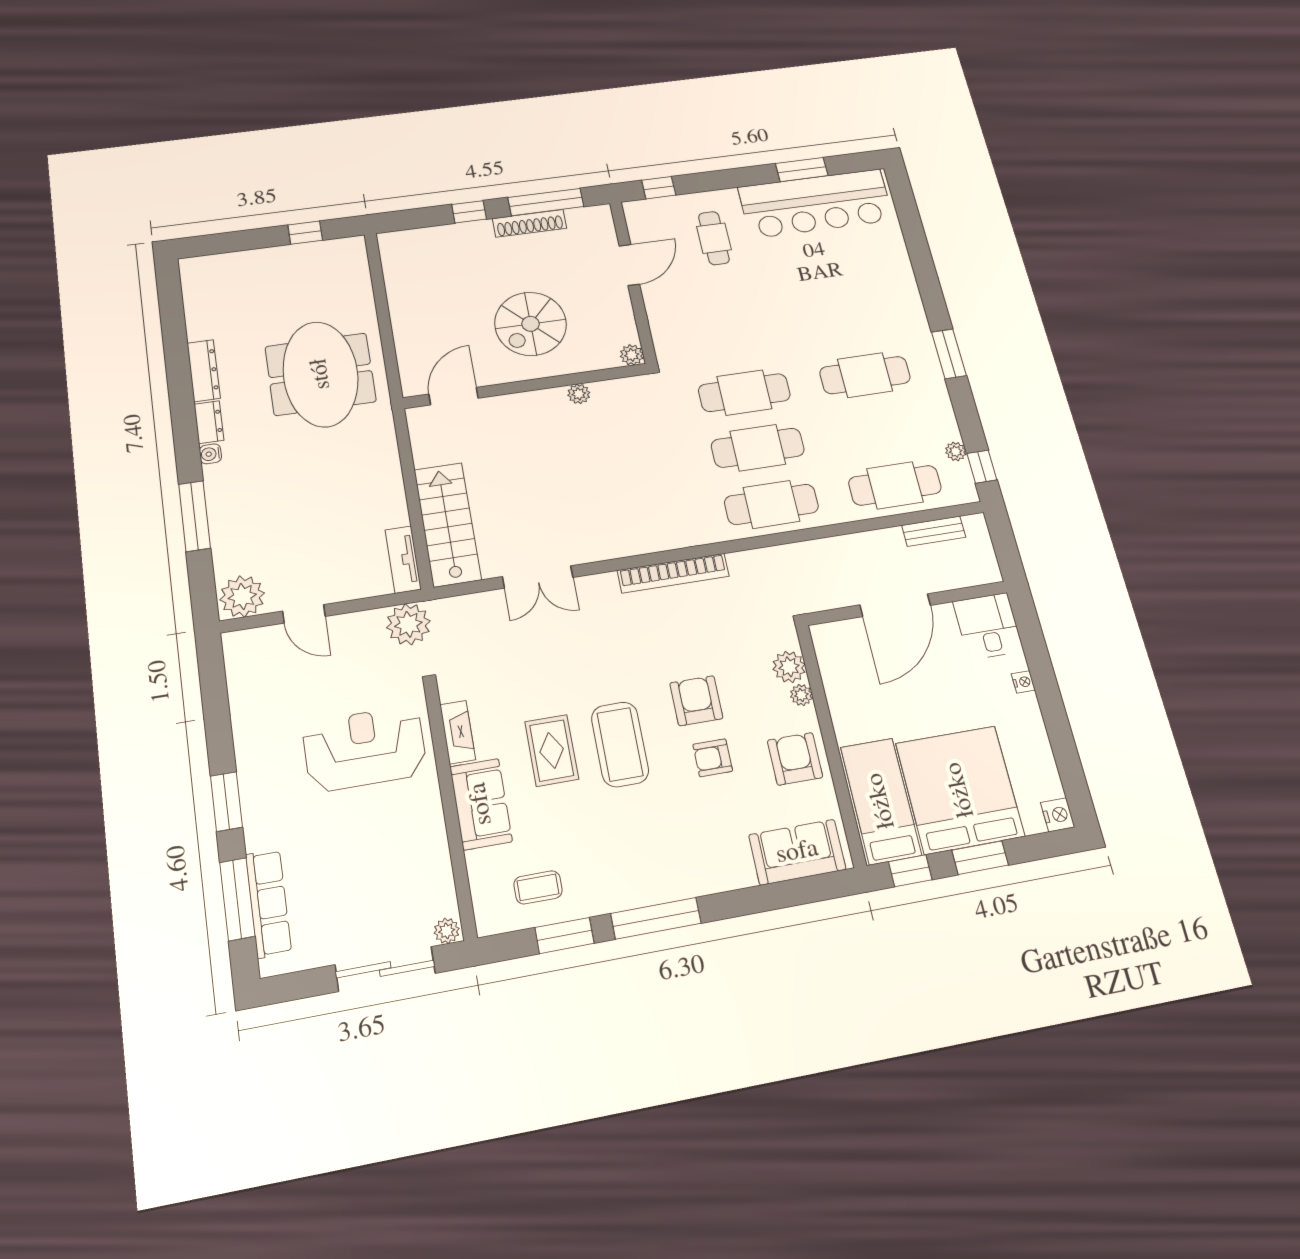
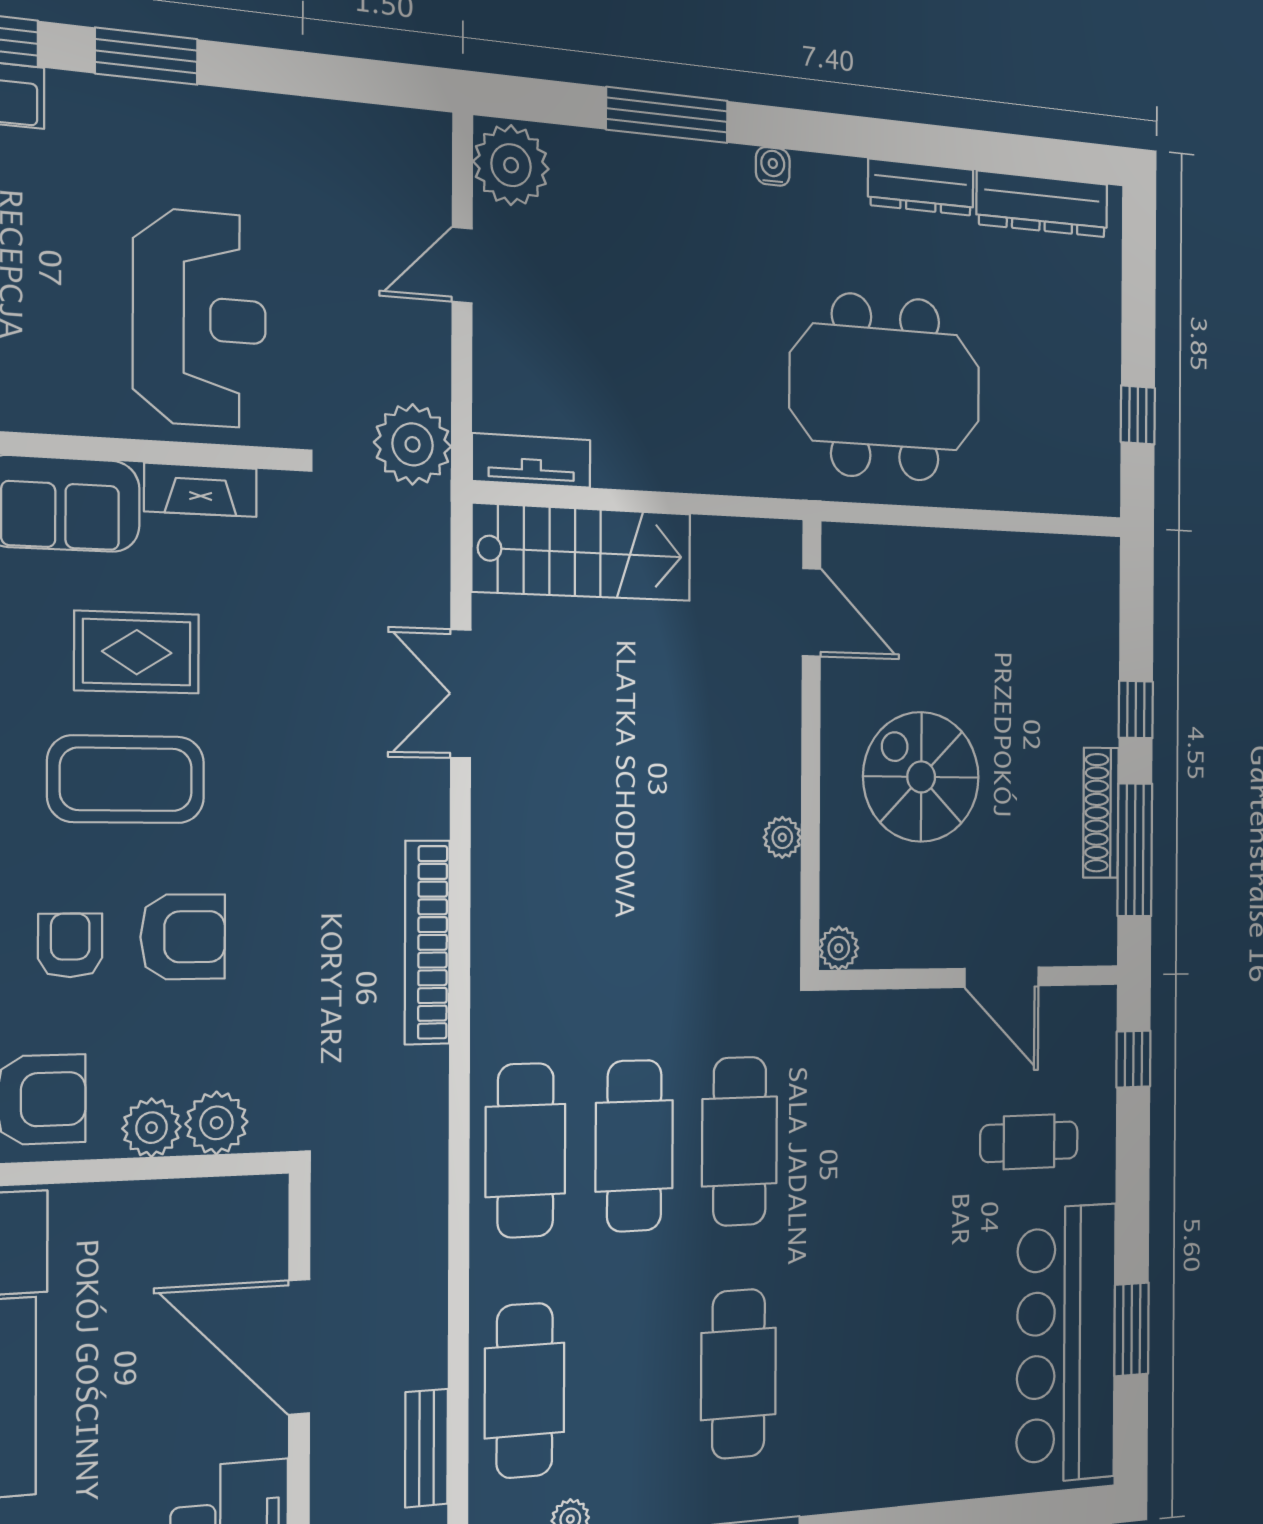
dresser: (209, 422) -> (1042, 204), moved, width x1.96, depth x1.24
plant: (801, 695) -> (152, 1128), width x1.38, depth x1.38

